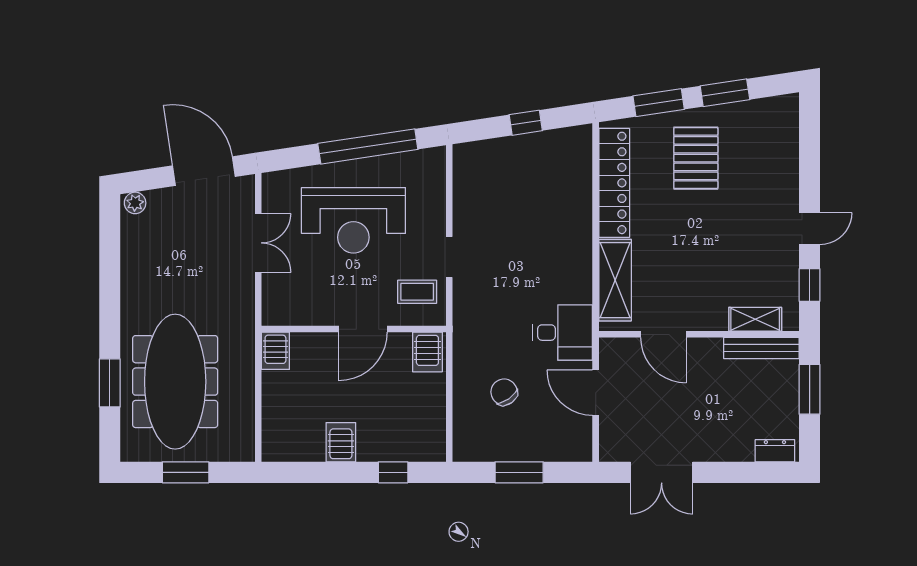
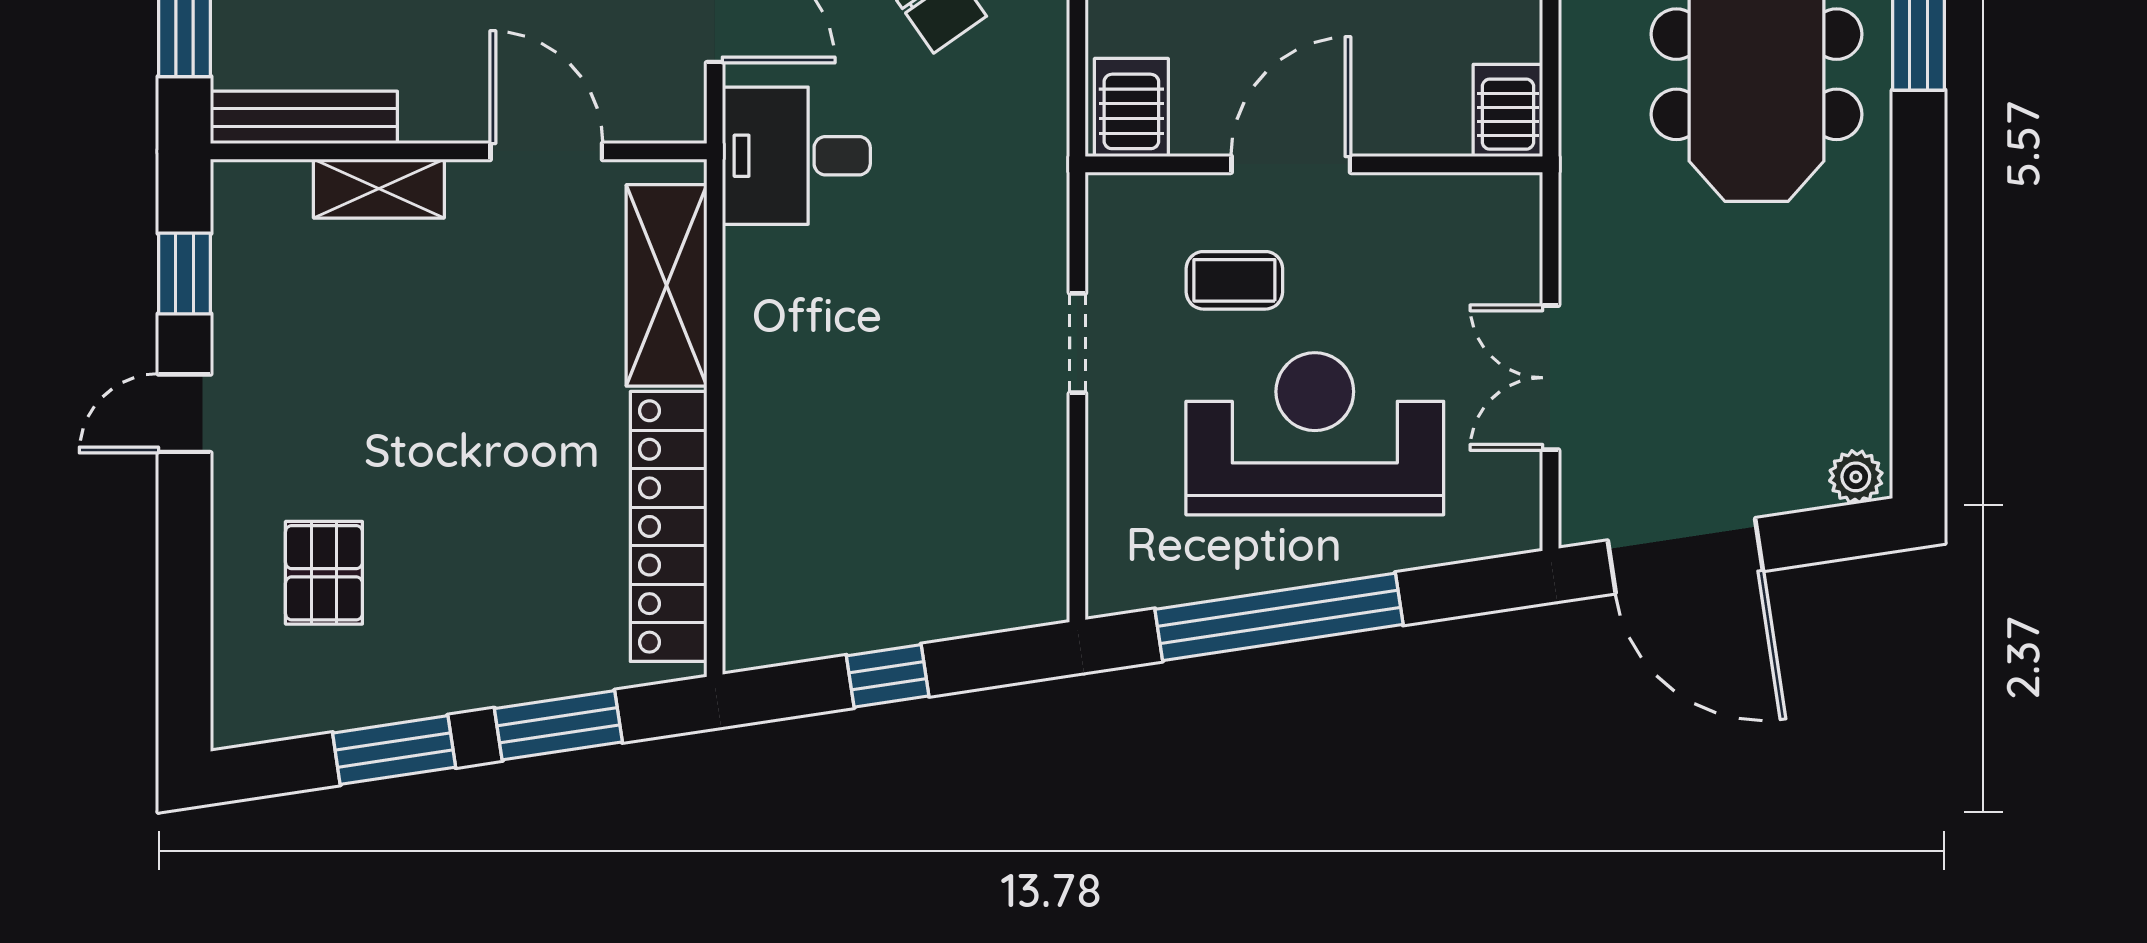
pallet: (696, 158) -> (324, 573), moved, width x0.67, depth x0.71
coffee table: (417, 292) -> (1234, 280), moved
shelving: (755, 319) -> (379, 189), moved

